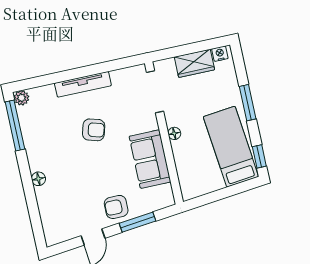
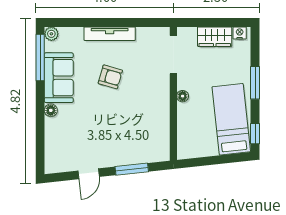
sofa: (150, 159) -> (59, 78), moved, turned 180
armchair: (116, 207) -> (115, 151), removed

